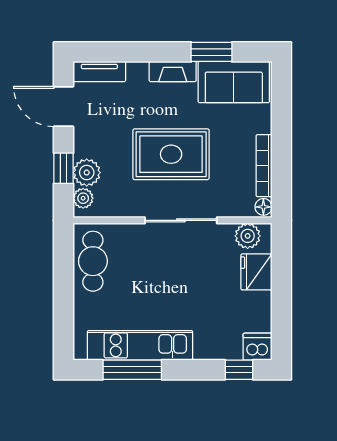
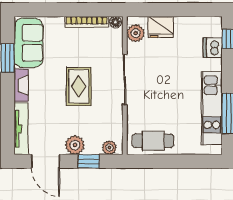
tv unit: (99, 72) -> (21, 129), width x1.41
door: (63, 106) -> (46, 161), hinge flipped
rug: (171, 154) -> (79, 86), width x0.73, depth x0.70
plant: (87, 173) -> (75, 145), moved
dishwasher: (257, 347) -> (213, 48), moved

